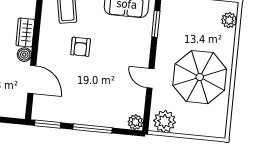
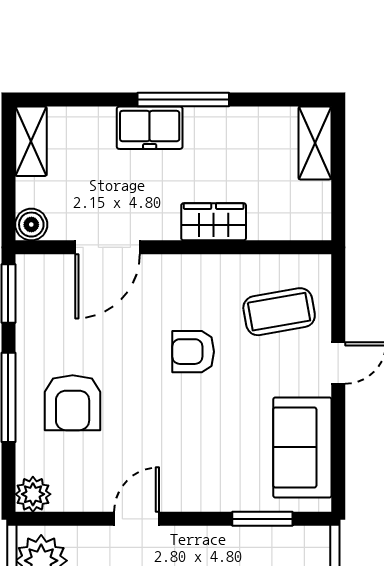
boiler: (24, 55) -> (31, 225), moved
armchair: (98, 101) -> (73, 403), added

